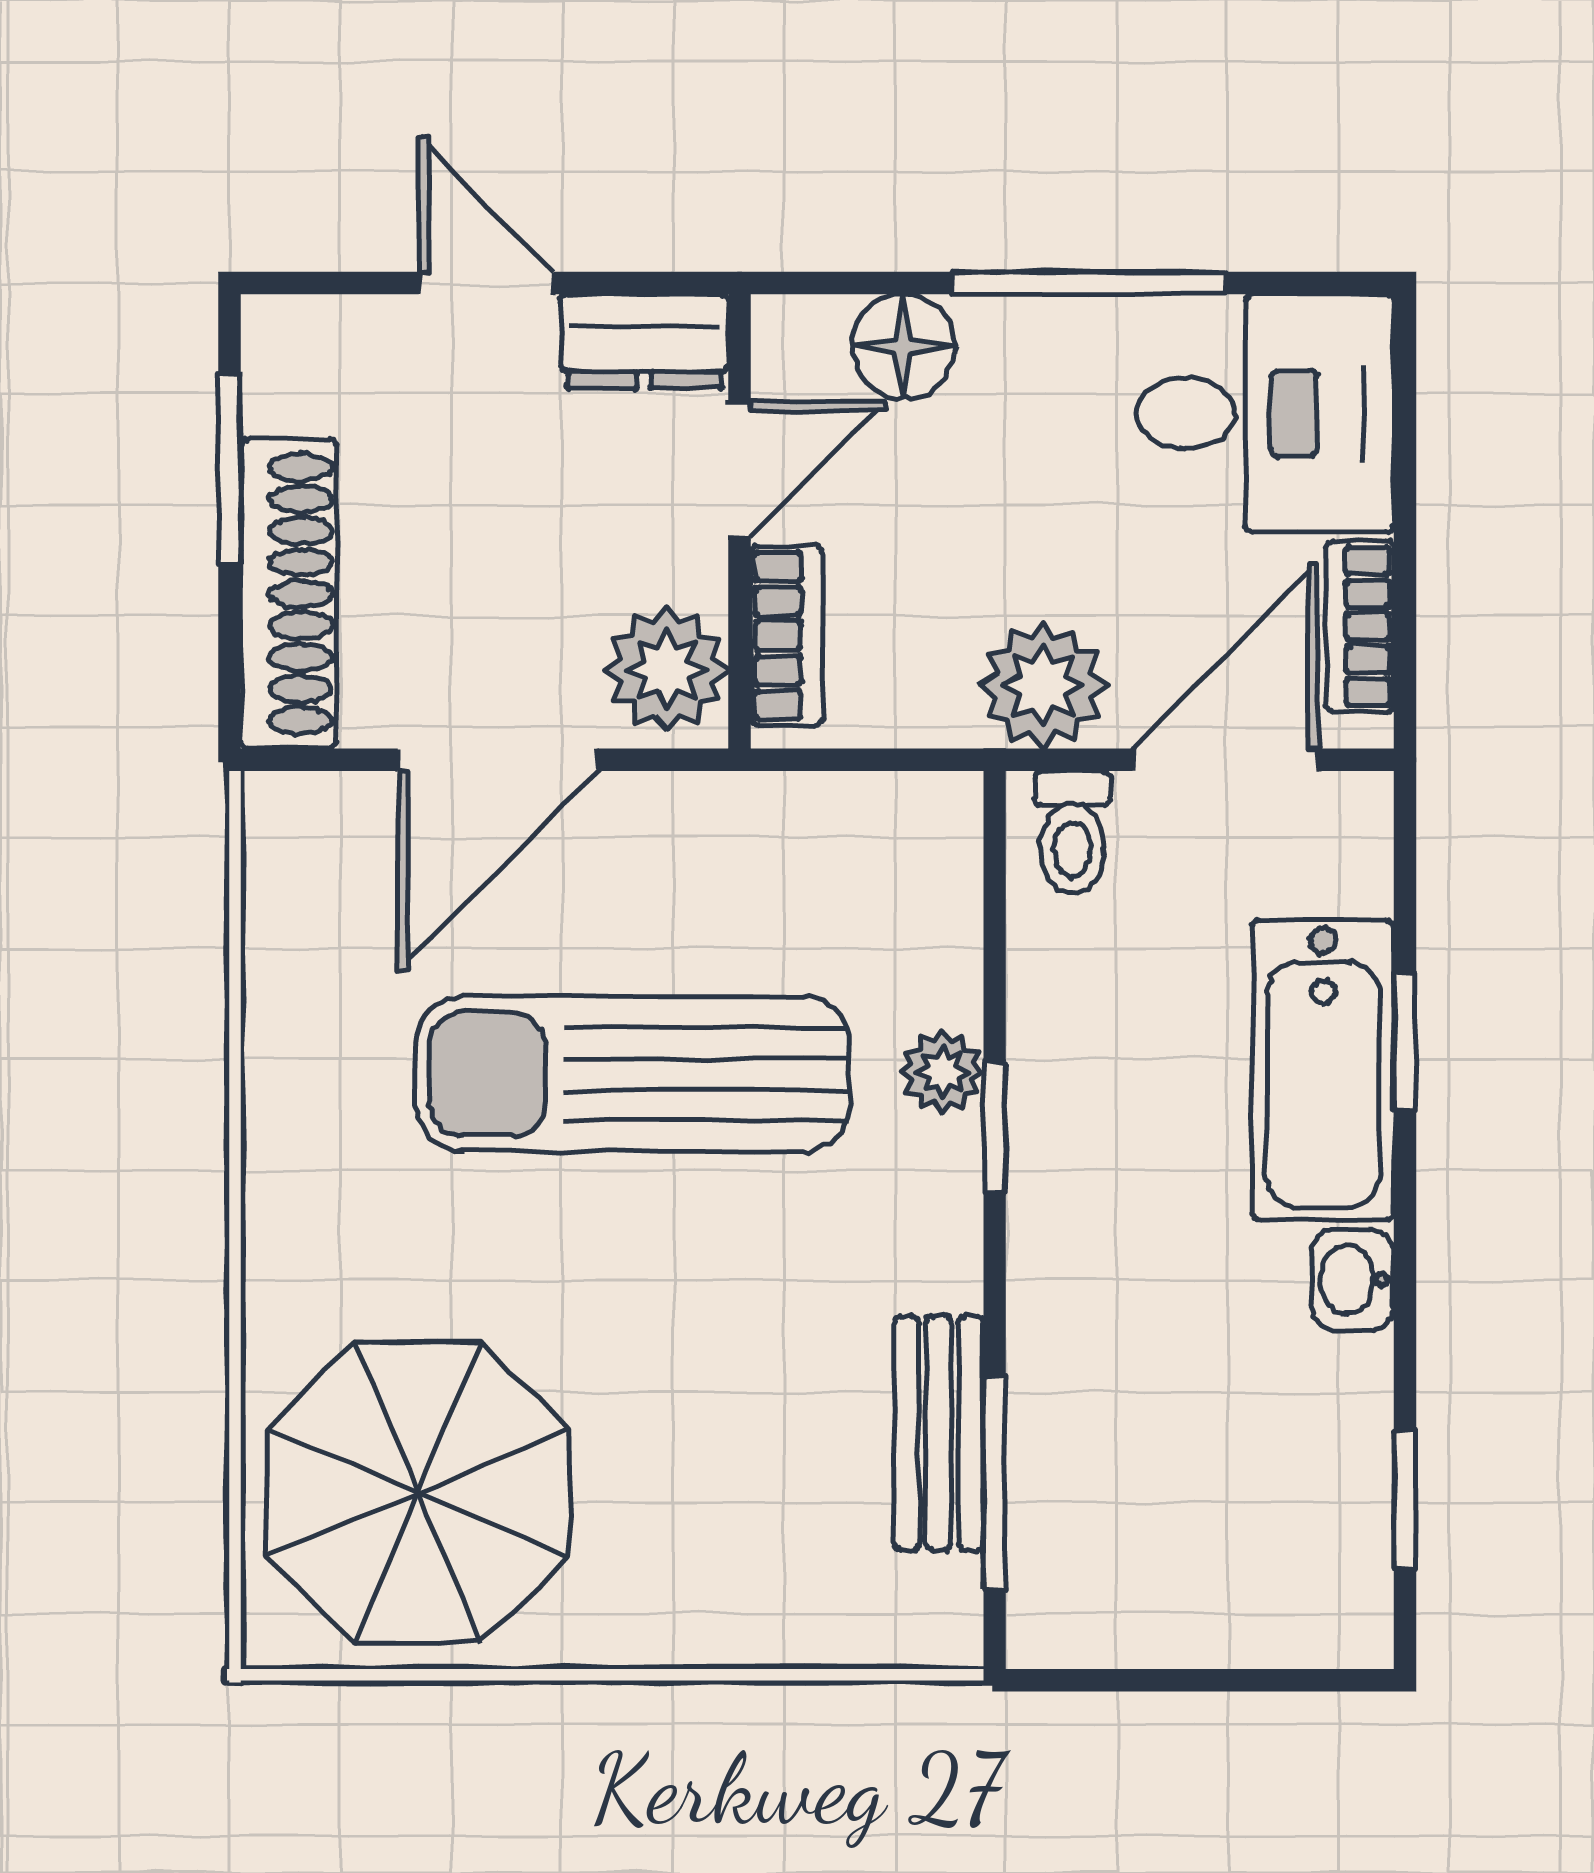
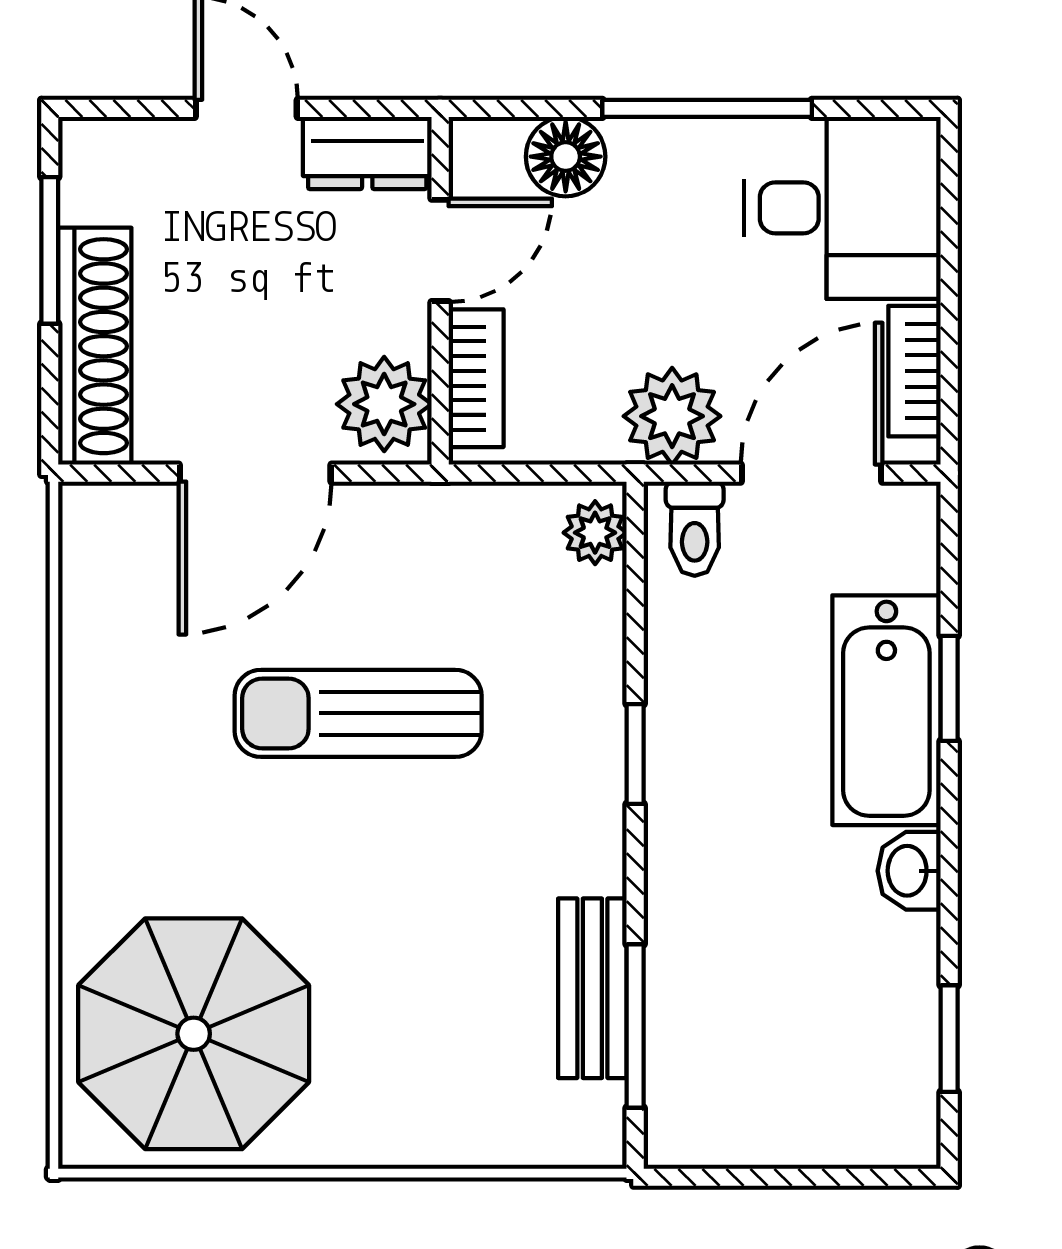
plant: (942, 1072) -> (595, 533), moved
sun lounger: (633, 1074) -> (358, 713), width x0.73, depth x0.75

